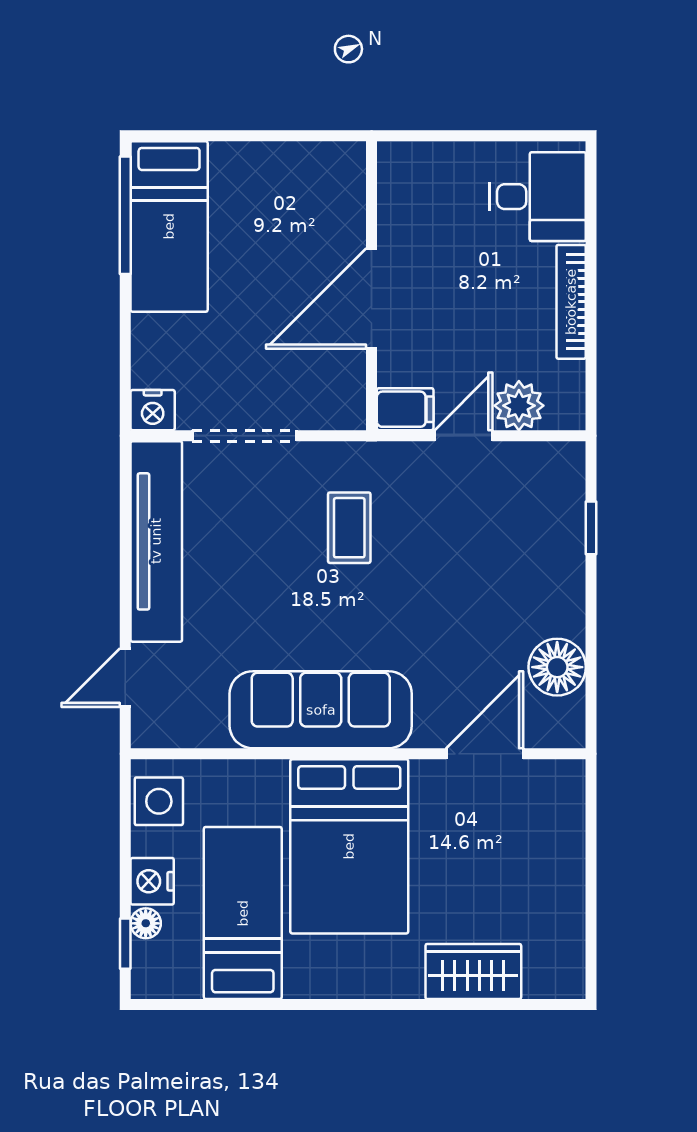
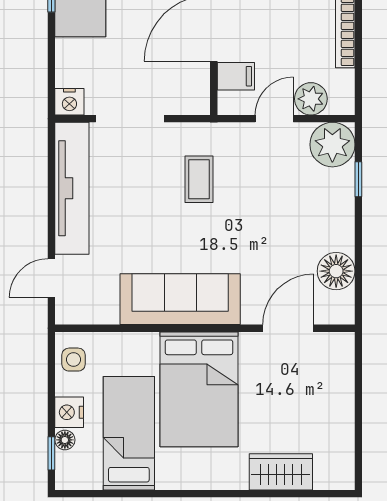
filing cabinet: (405, 409) -> (236, 76), moved
plant: (552, 475) -> (332, 145), added
side table: (159, 801) -> (74, 360), width x0.73, depth x0.73

